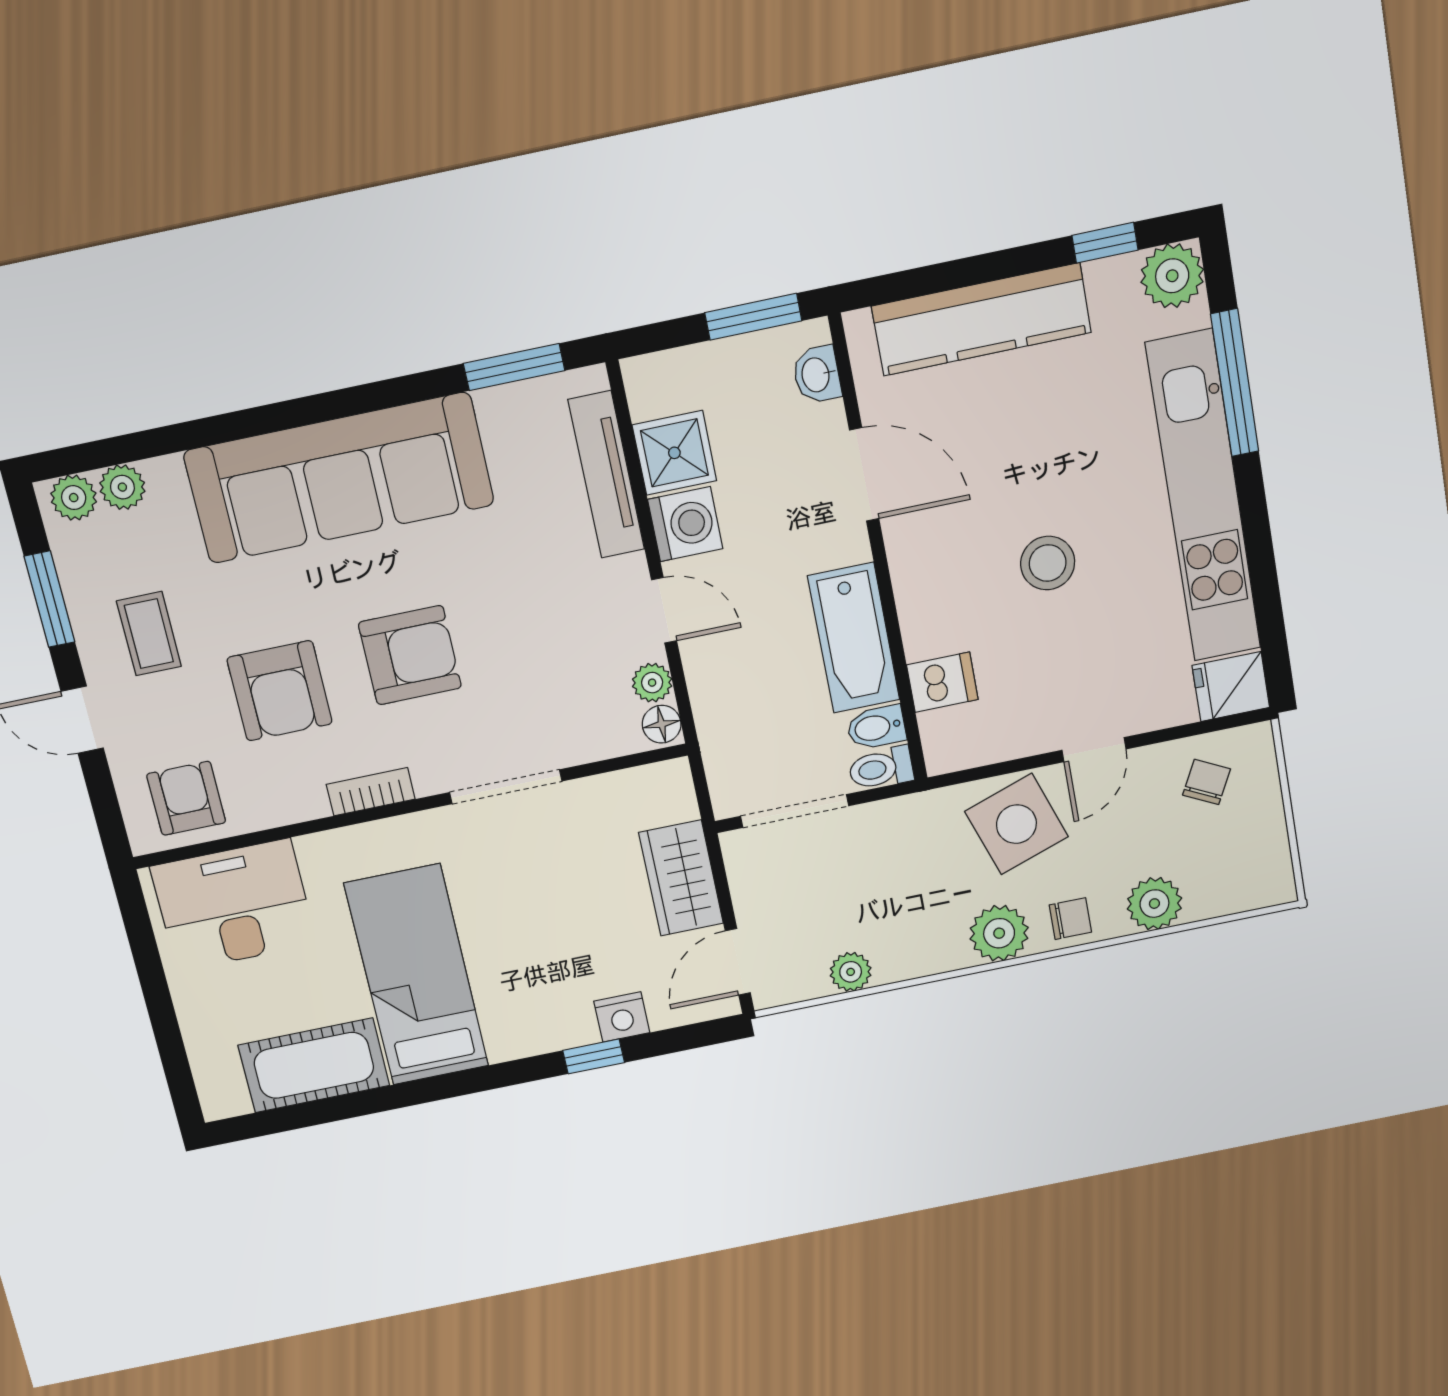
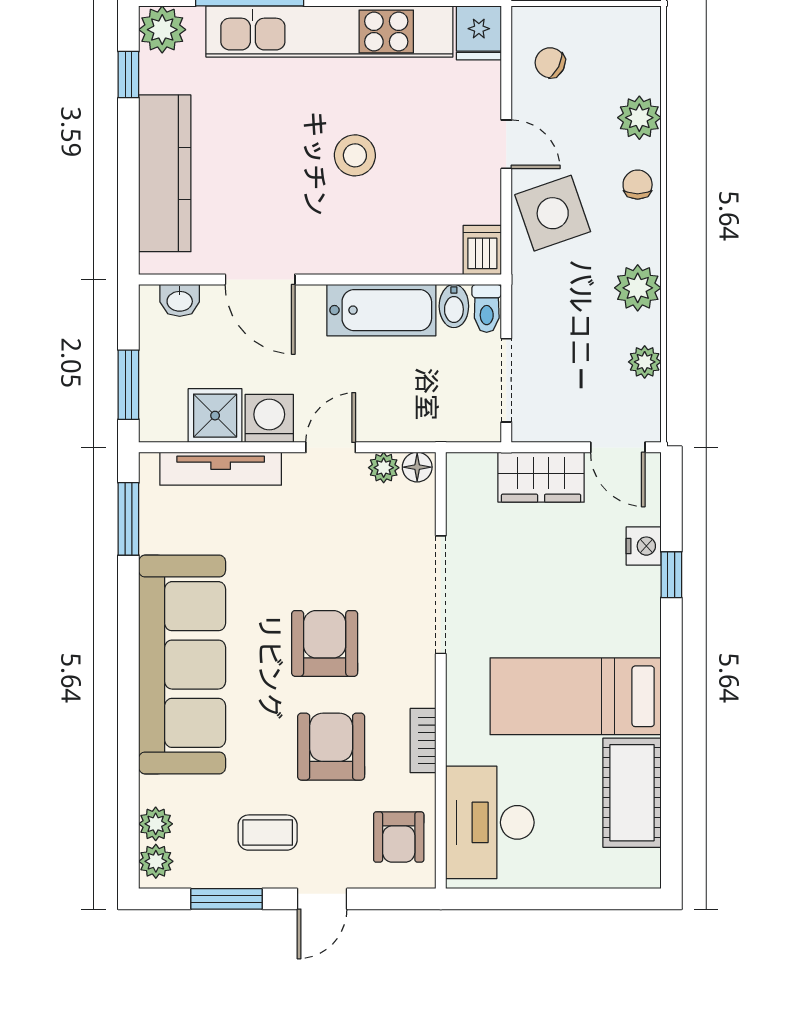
window: (753, 317) -> (128, 385), moved
door: (864, 474) -> (260, 279), swing flipped
dishwasher: (942, 682) -> (482, 250), moved
armchair: (280, 691) -> (331, 747), turned -90
doorway: (506, 787) -> (441, 595), width x1.36
bookcase: (371, 792) -> (423, 741), moved
armchair: (186, 798) -> (399, 837), turned -90
plant: (999, 933) -> (638, 288), moved

